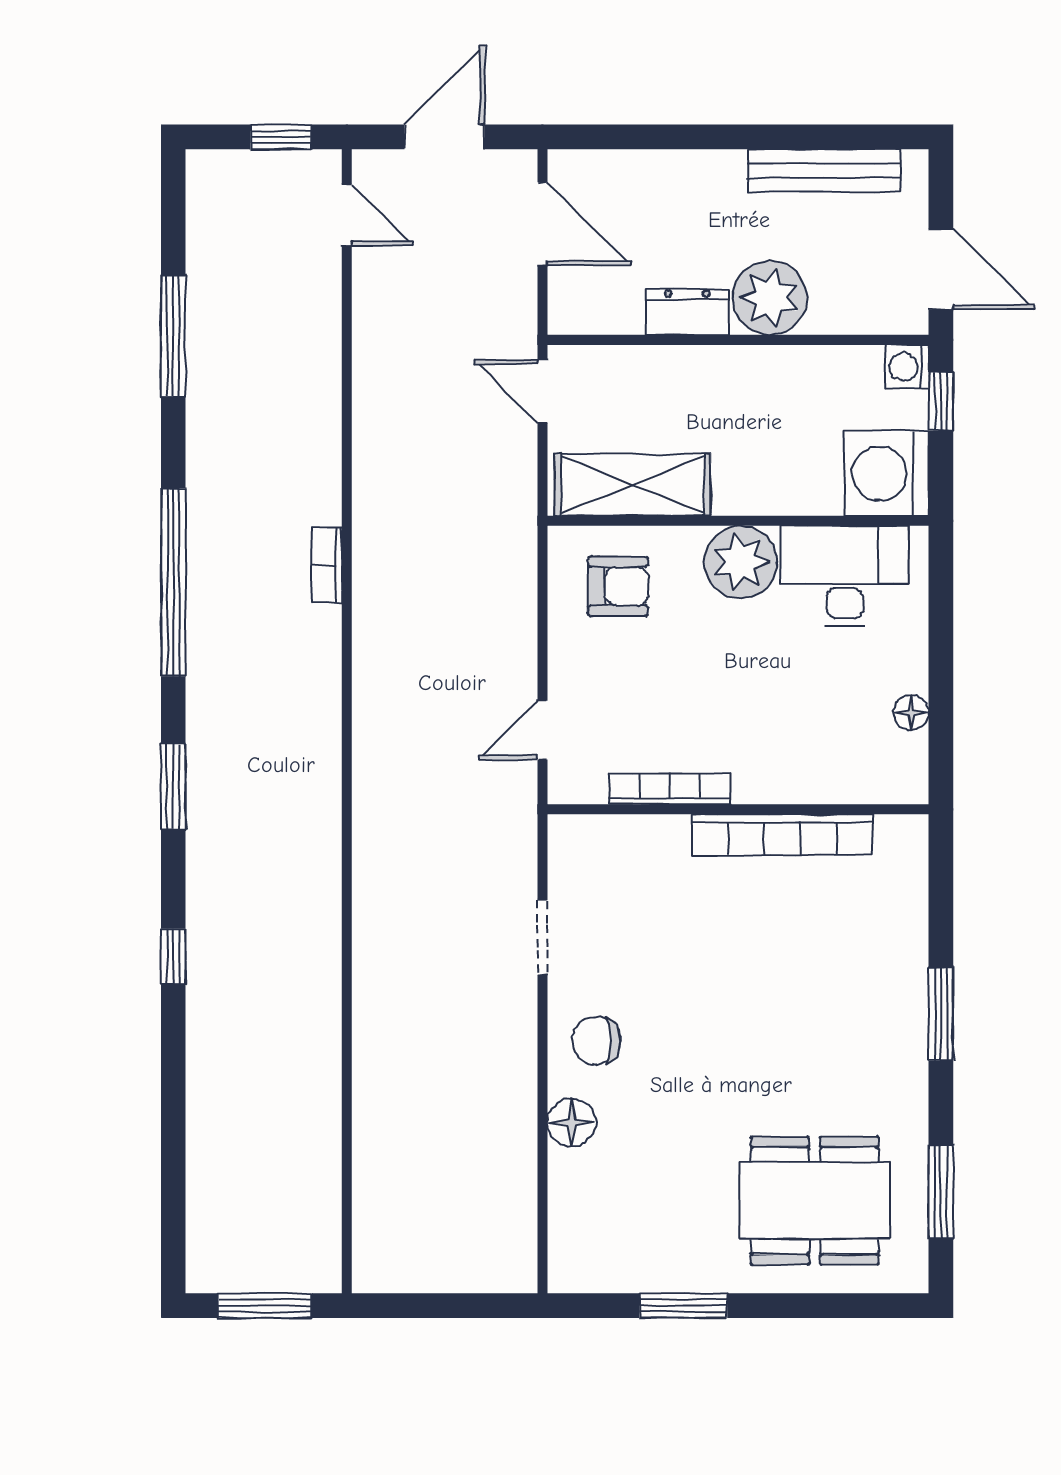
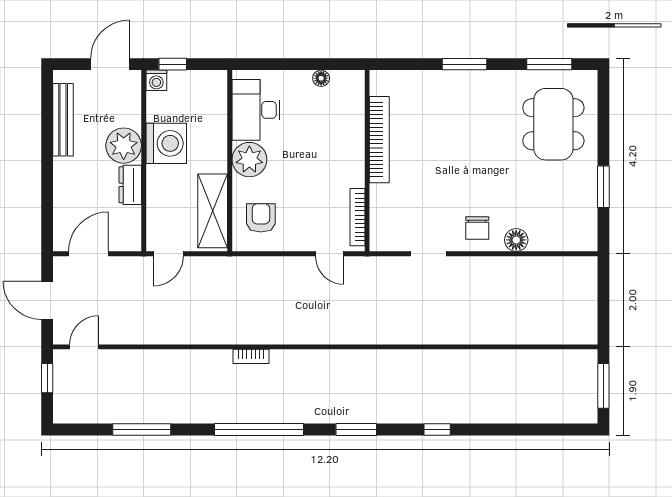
washing machine: (886, 474) -> (166, 143), moved, turned -90
bookcase: (670, 789) -> (357, 217), moved

